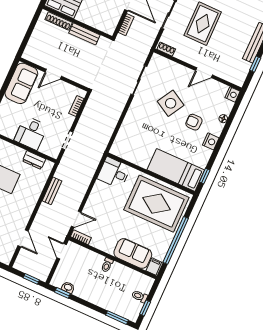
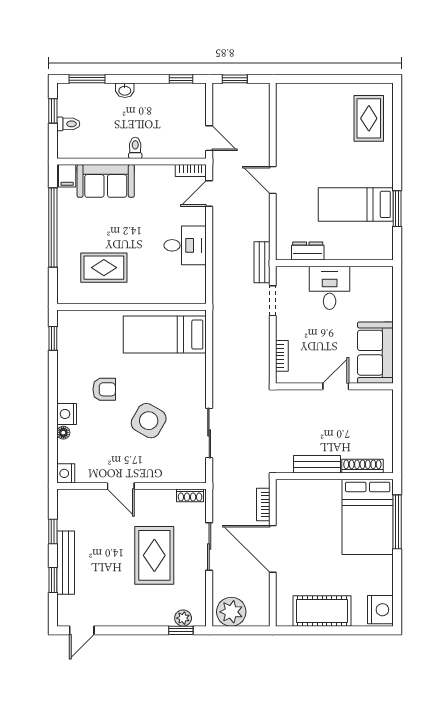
door: (204, 73) -> (121, 486), swing flipped
armchair: (194, 122) -> (104, 389), moved
nightstand: (211, 141) -> (67, 414), moved
bed: (176, 170) -> (165, 335), moved, turned 180
desk: (114, 173) -> (185, 245), moved
bench: (52, 191) -> (262, 262), moved
rug: (156, 204) -> (104, 268), width x0.54, depth x0.49
door: (23, 238) -> (273, 180), moved
washbasin: (68, 288) -> (125, 90), moved

